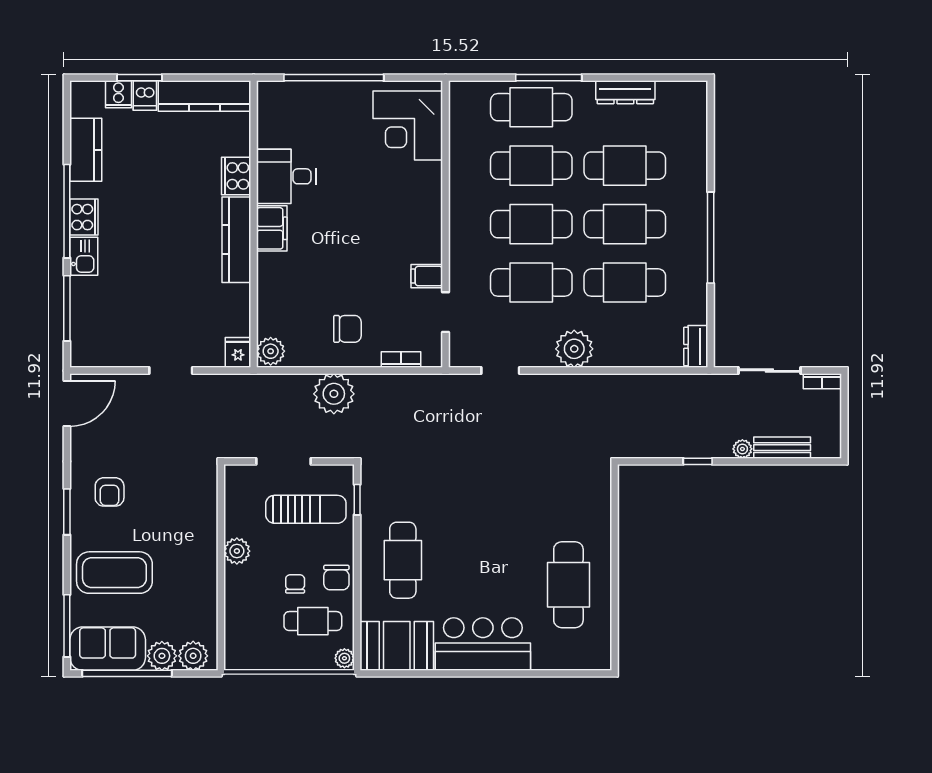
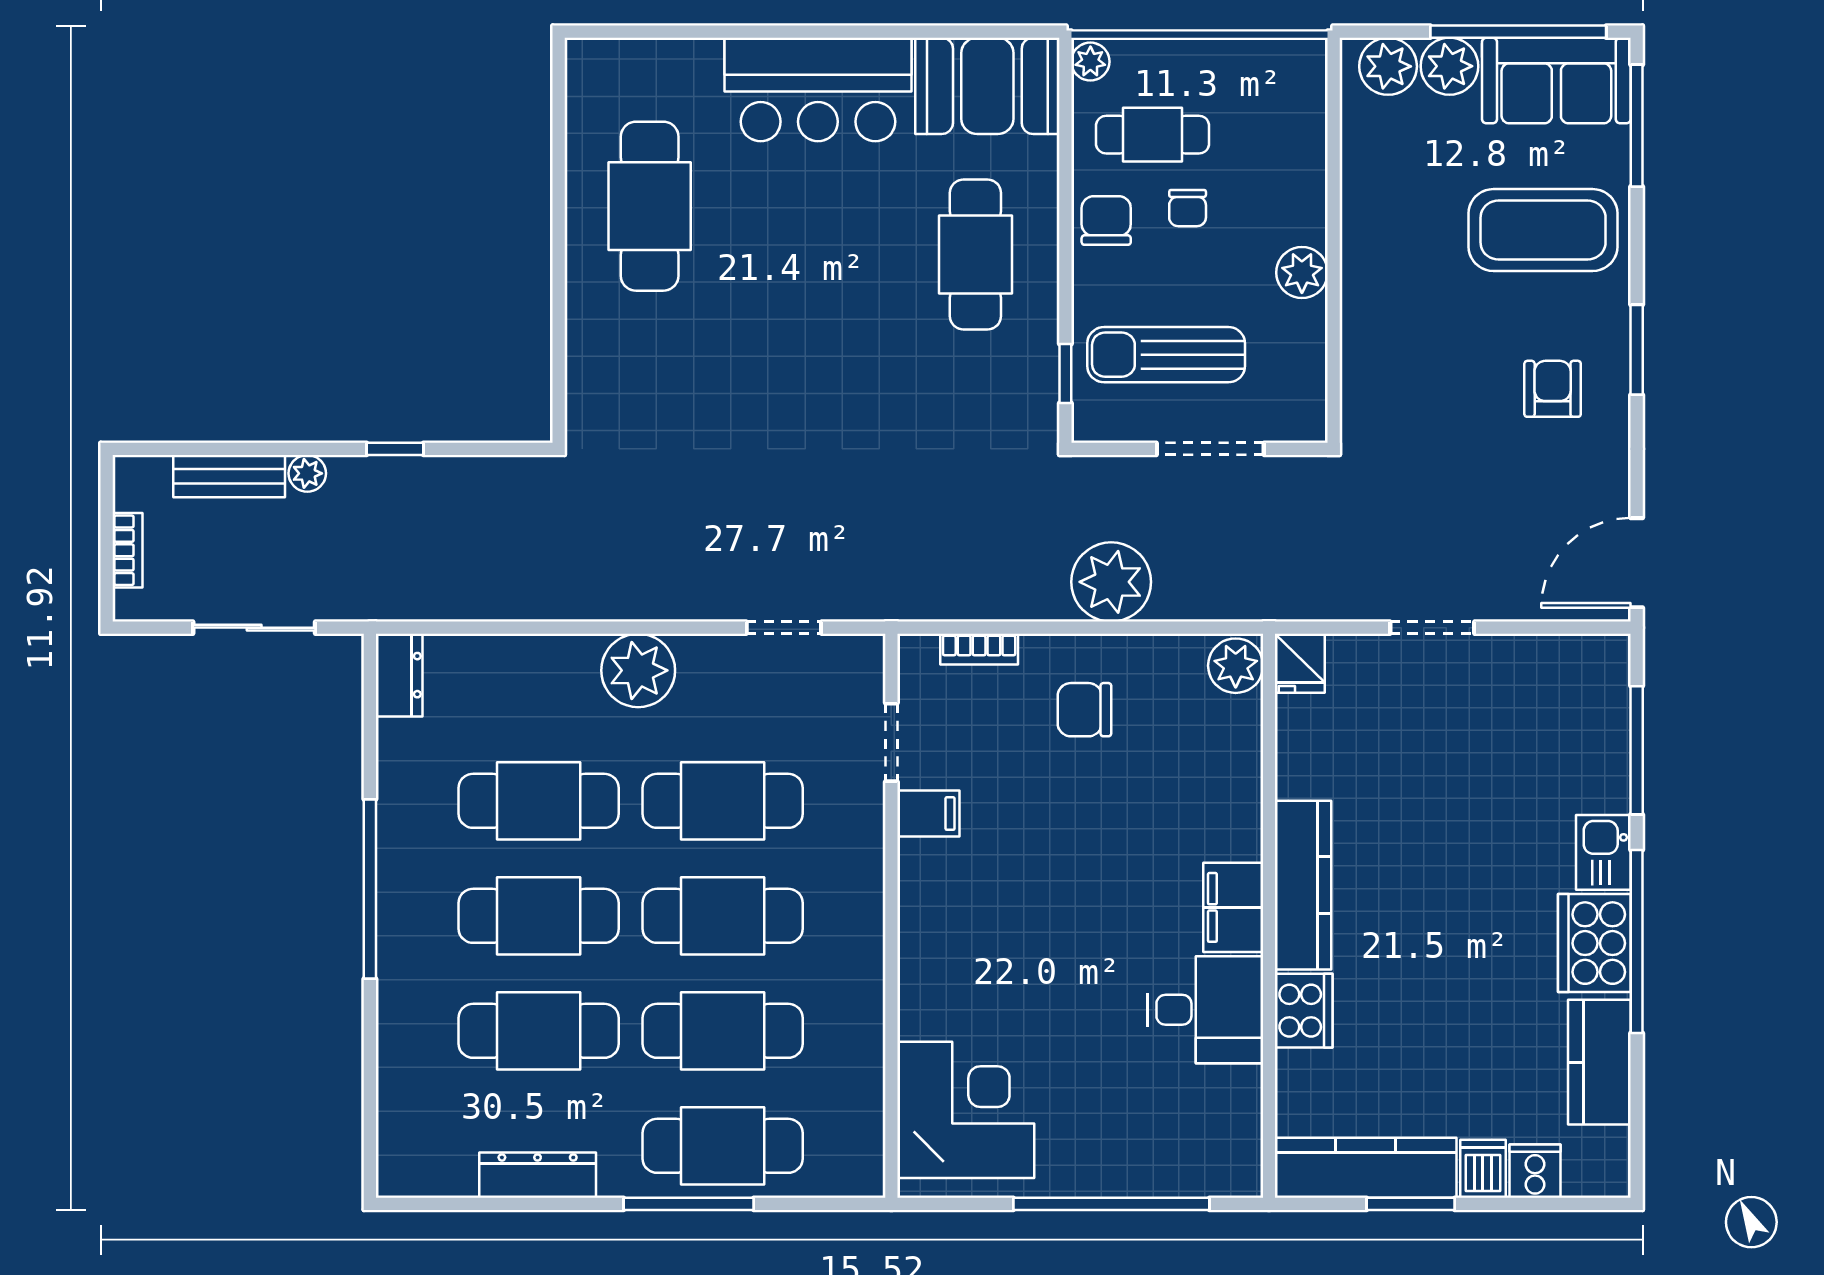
window: (139, 78) -> (1411, 1204), moved
cooker: (84, 217) -> (1594, 943), width x1.37, depth x1.31
bookcase: (822, 381) -> (127, 550), moved, turned 90

